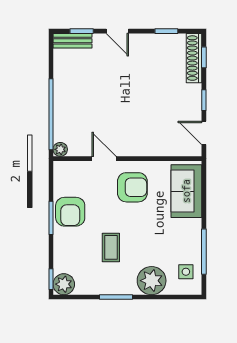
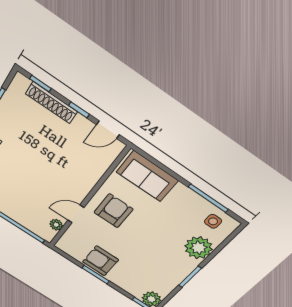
shoe rack: (194, 58) -> (51, 103), moved
plant: (60, 149) -> (56, 225), moved
armchair: (70, 212) -> (100, 261), turned 180
coffee table: (111, 247) -> (149, 255), removed

